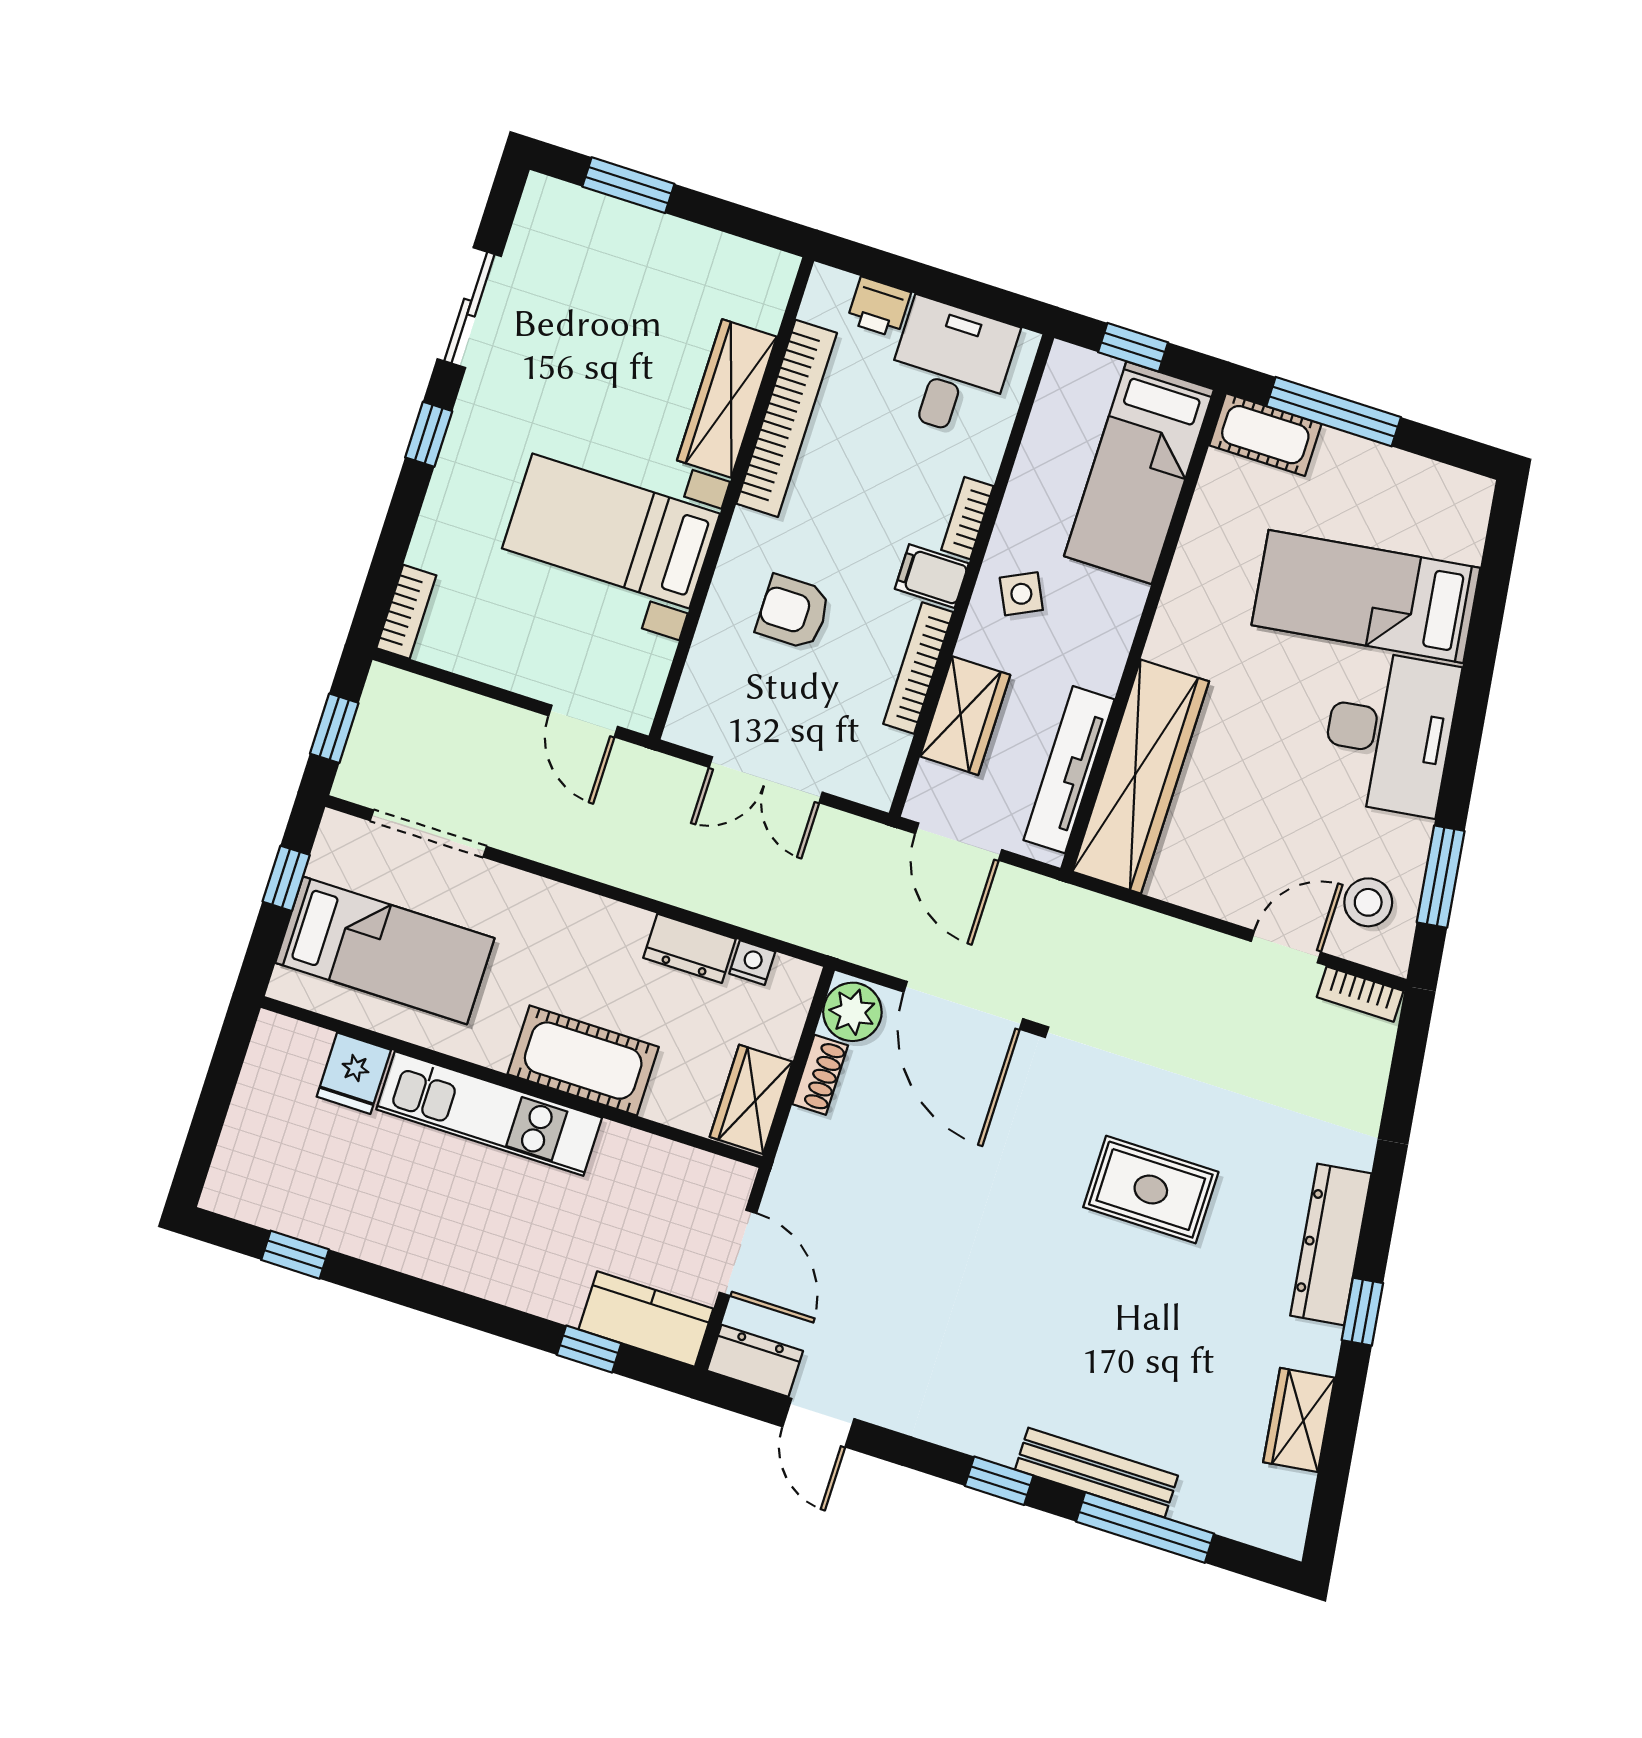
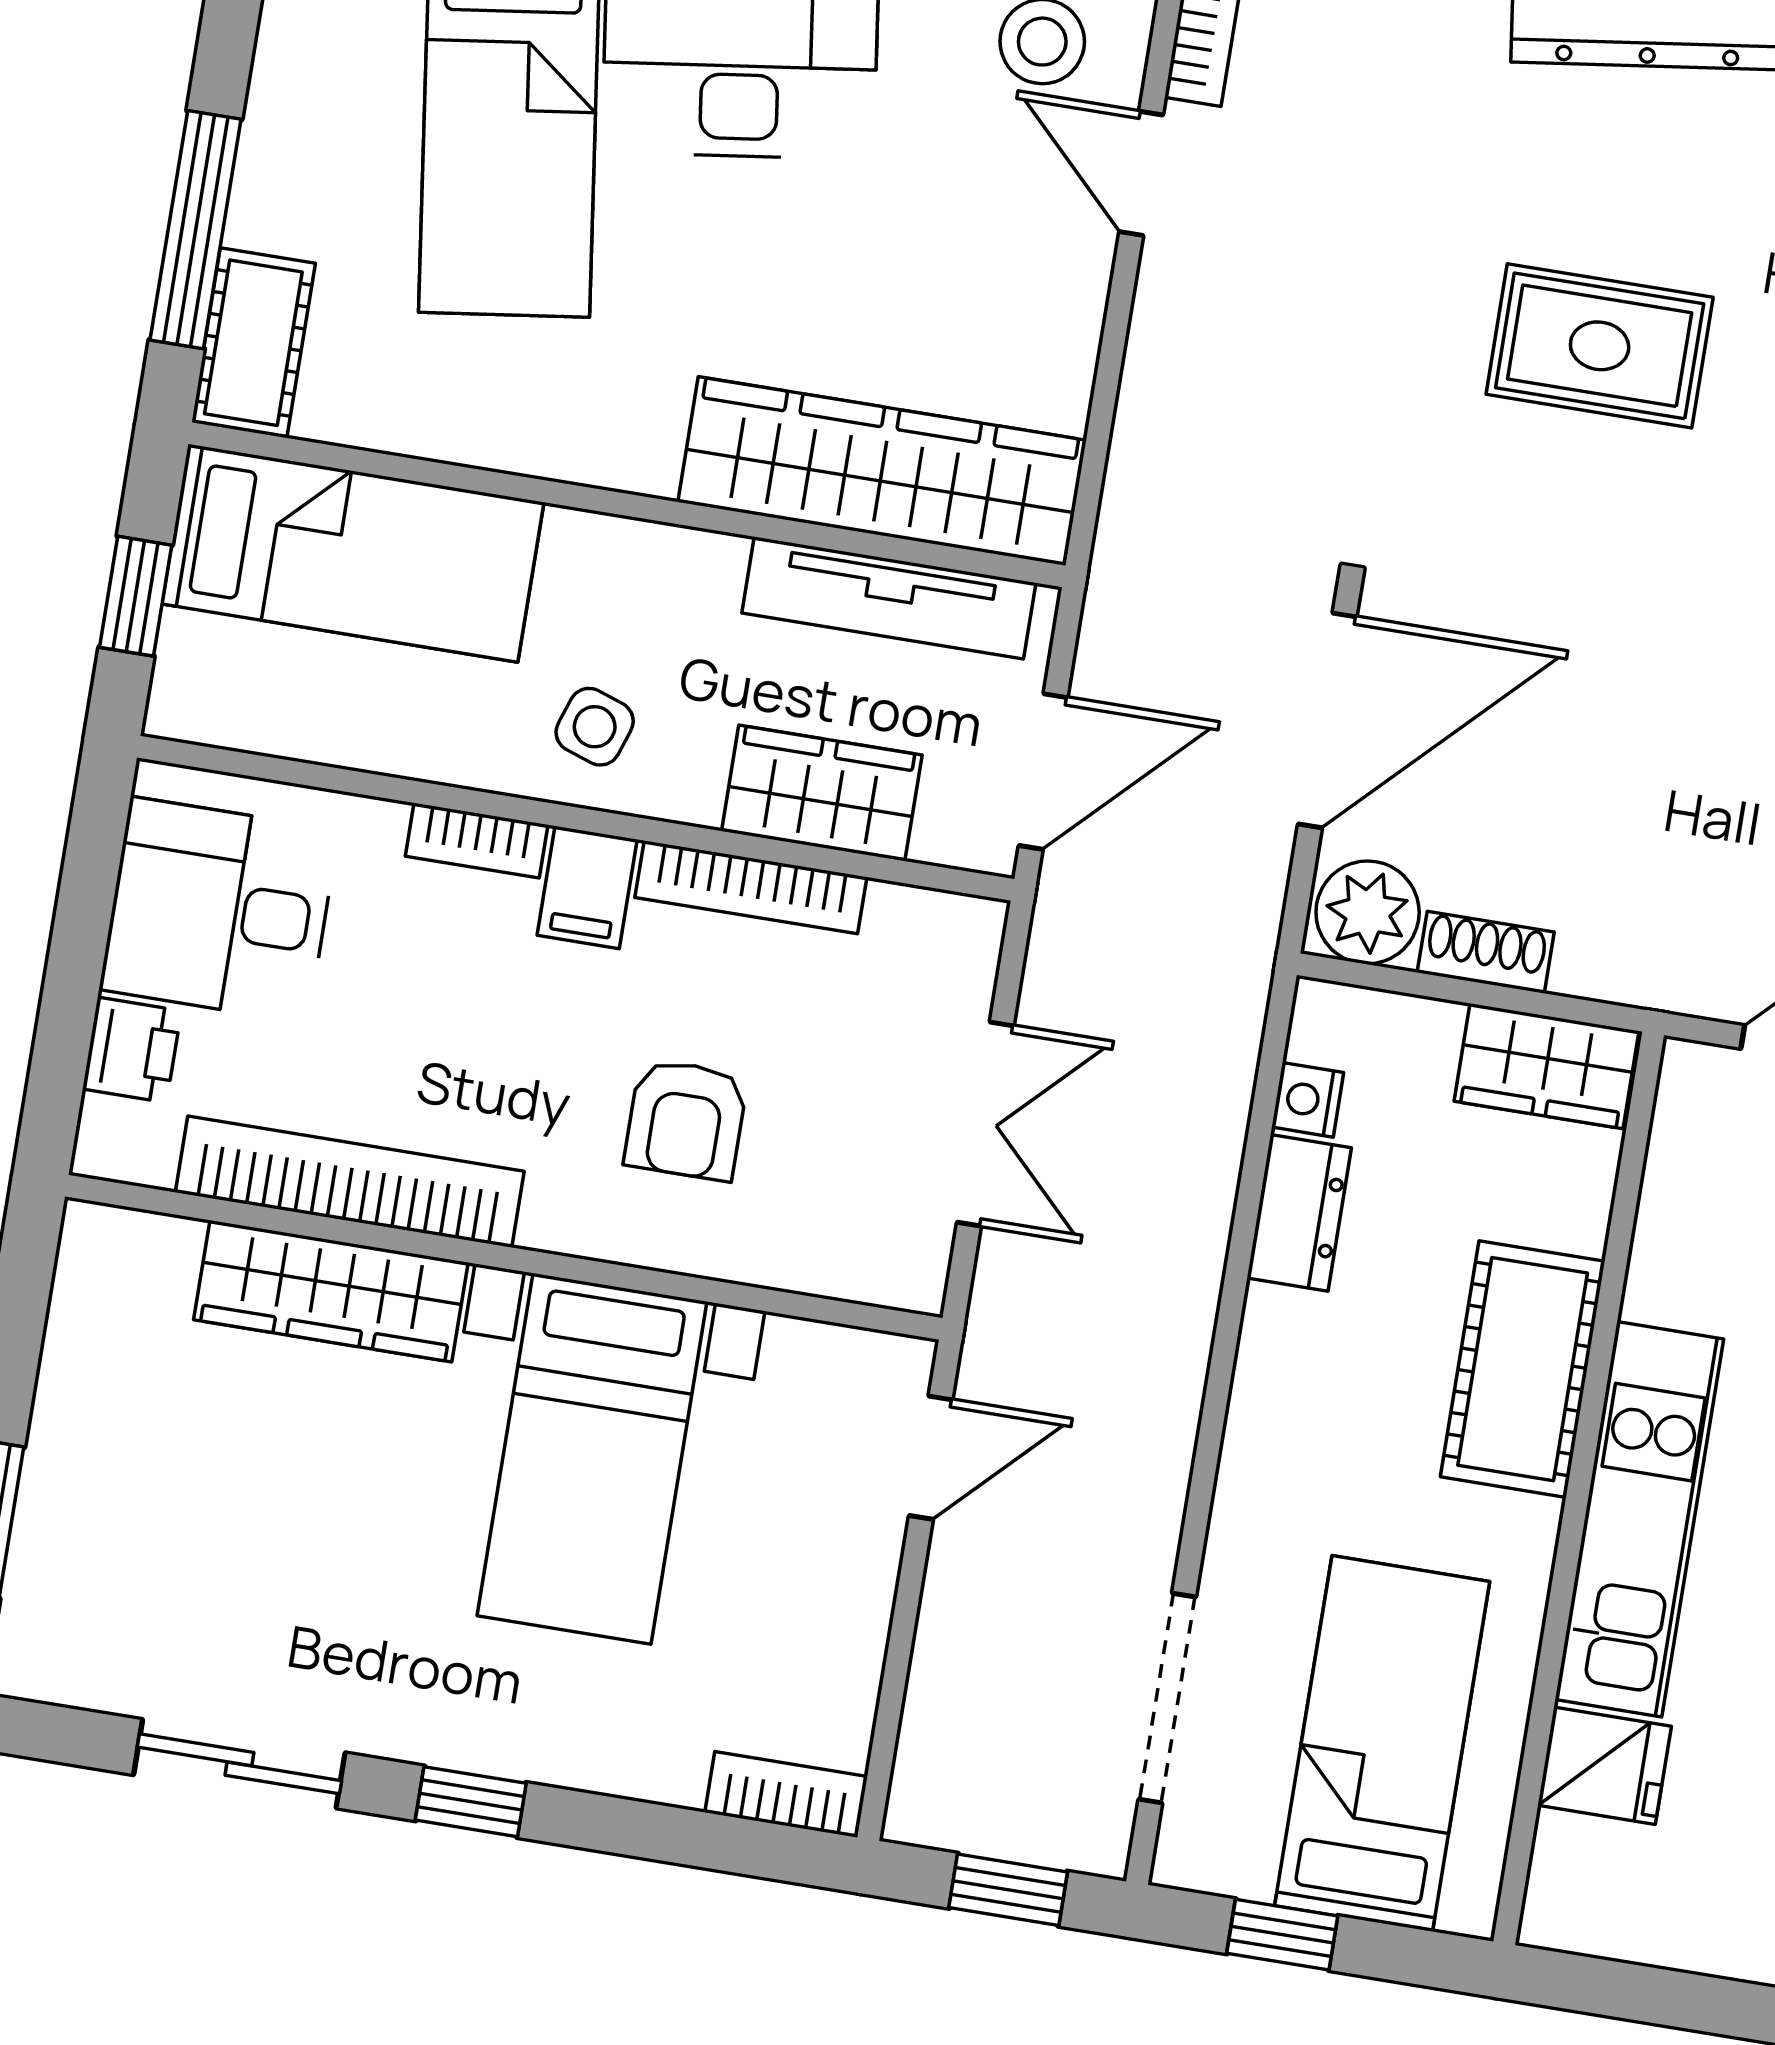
side table: (1021, 594) -> (595, 727), turned 45
rug: (1151, 1190) -> (1600, 346), turned 90

